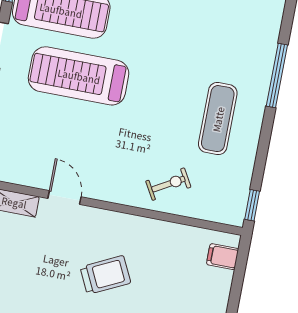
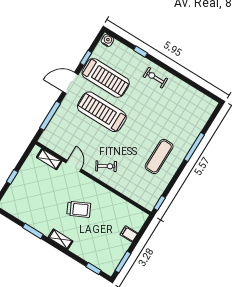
exercise bike: (168, 184) -> (106, 166), moved
filing cabinet: (223, 257) -> (129, 234), moved

